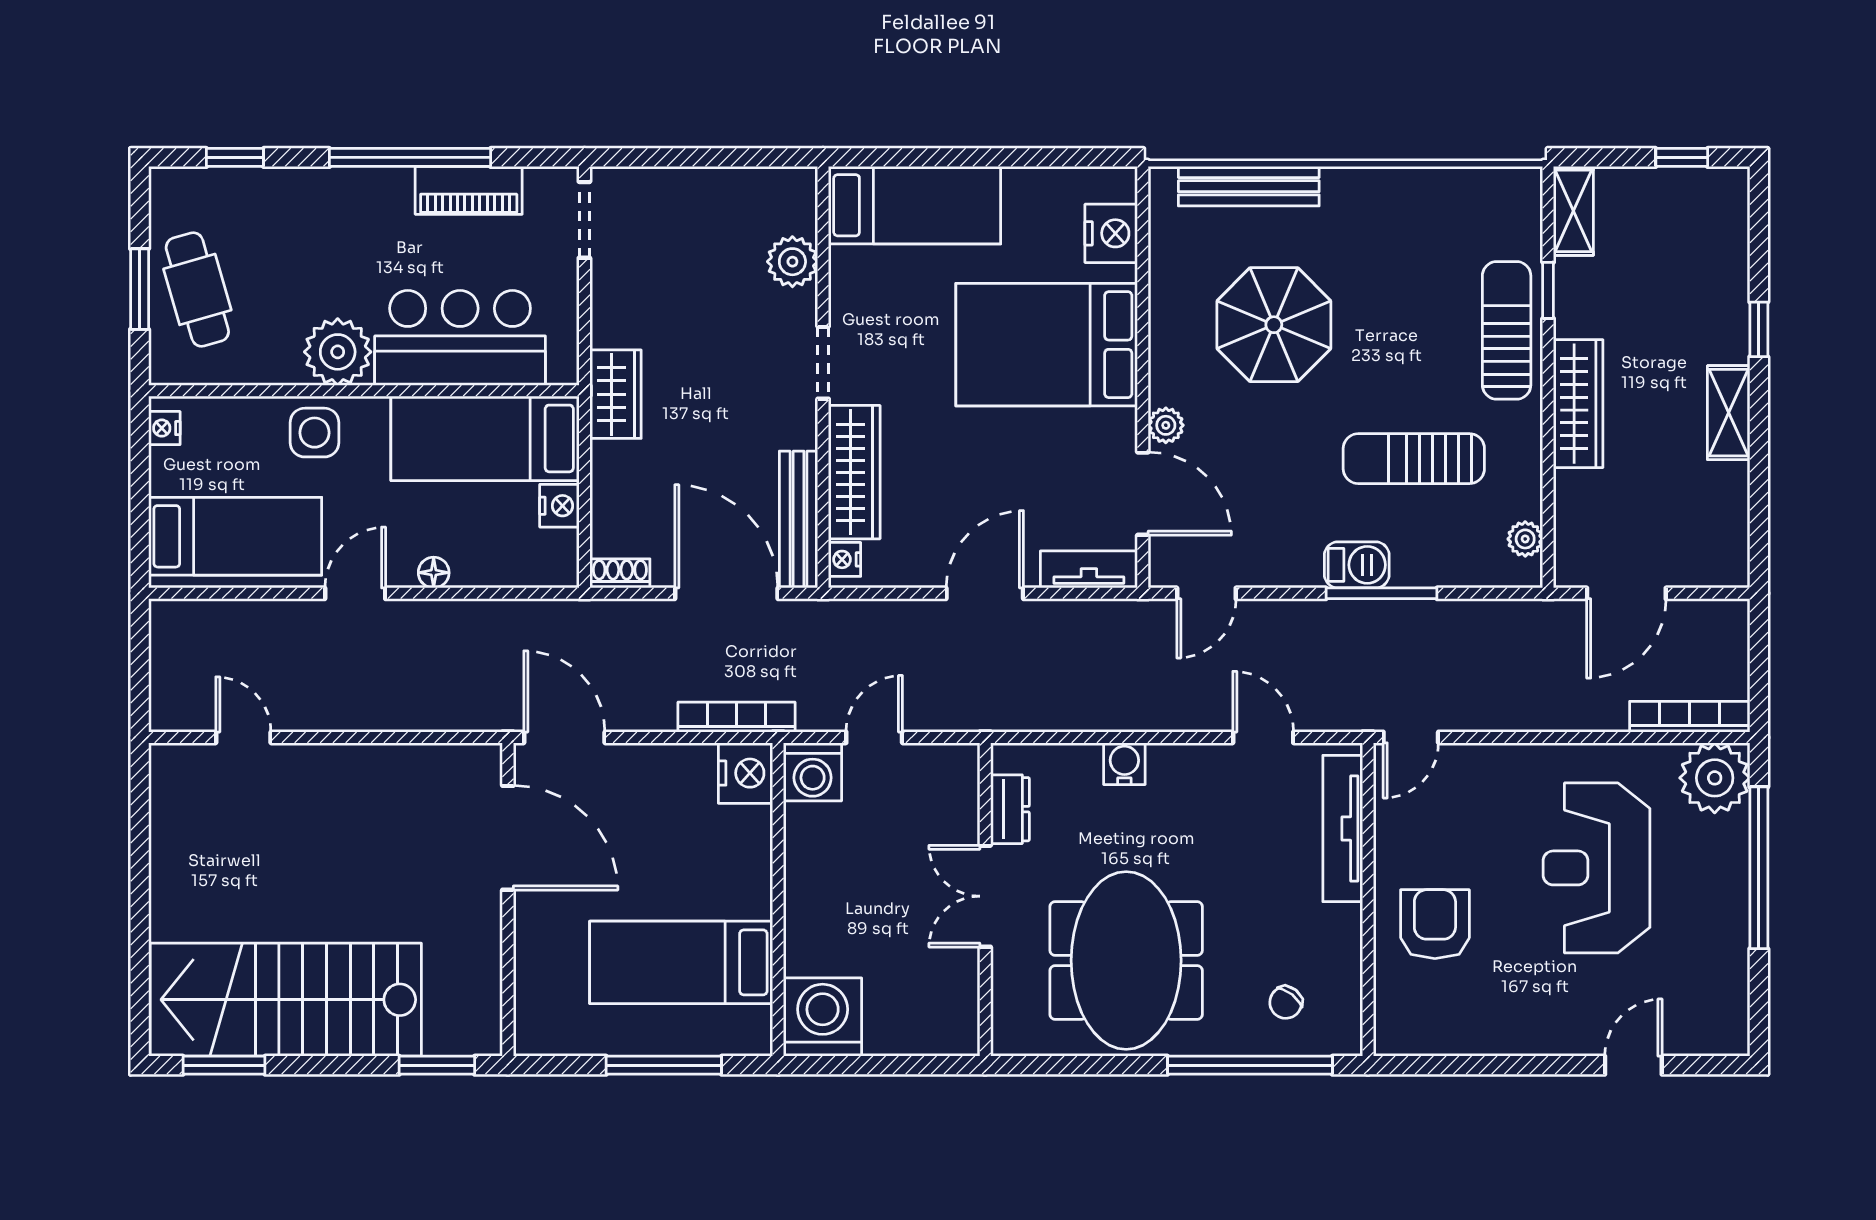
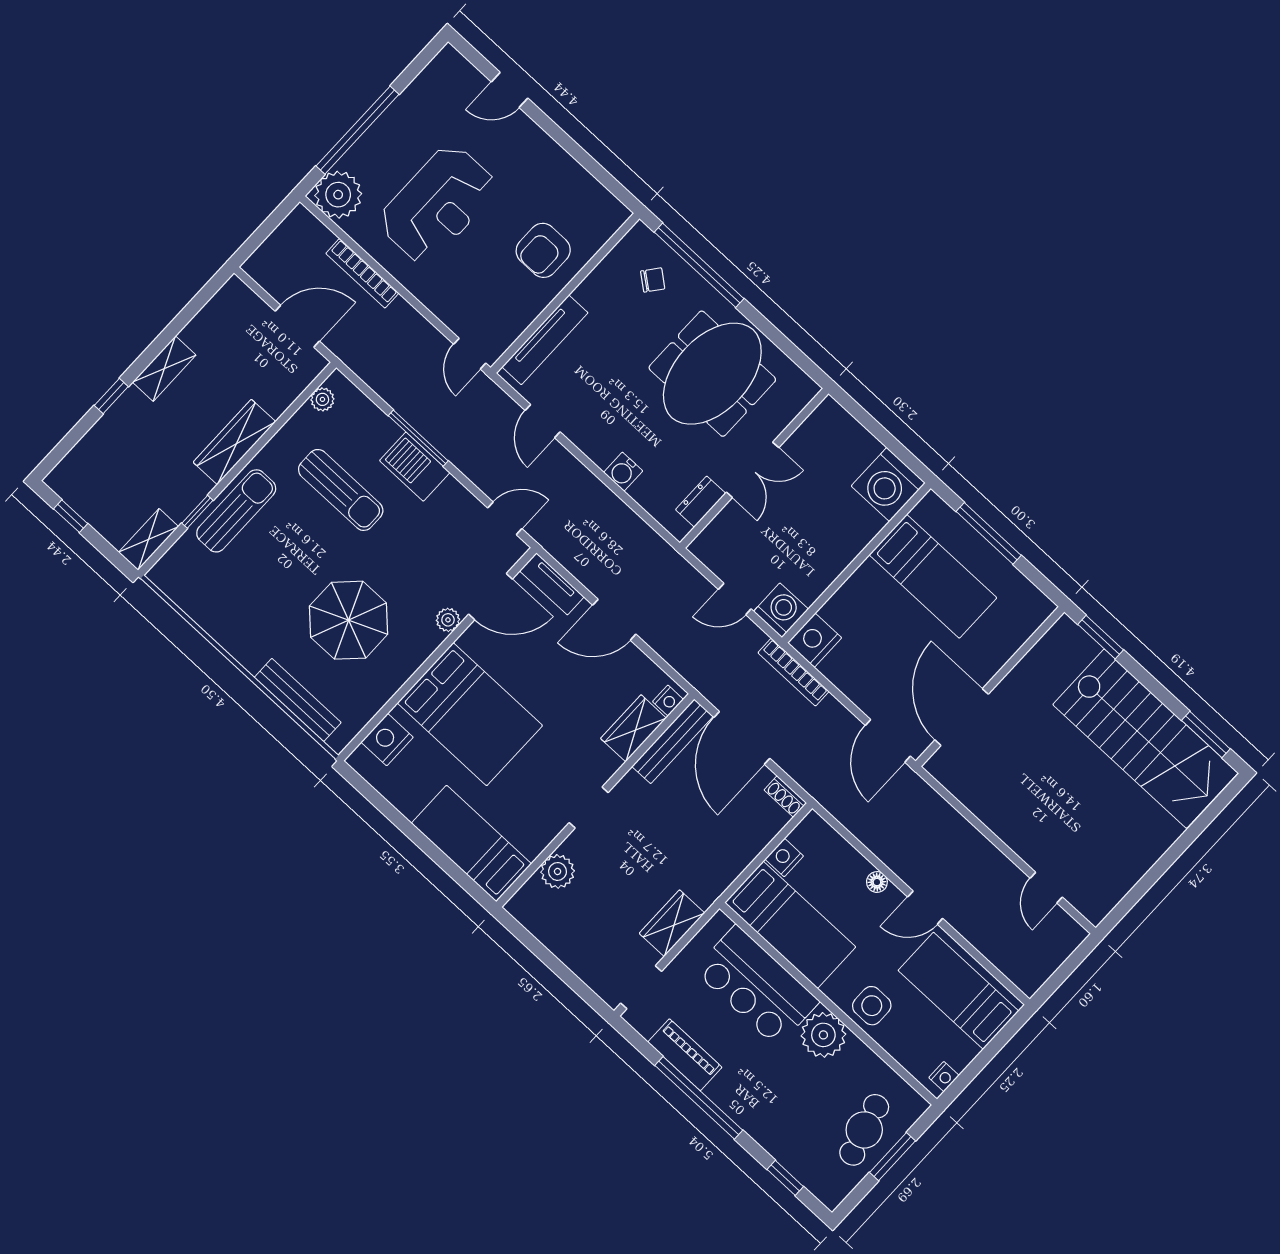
sun lounger: (1507, 330) -> (236, 511), turned 180
wardrobe: (616, 394) -> (672, 923), moved
wardrobe: (854, 472) -> (633, 728), width x0.67
door: (1143, 494) -> (491, 597), swing flipped
barbecue: (1357, 565) -> (415, 467), width x1.38, depth x1.27
bookcase: (1690, 717) -> (362, 273), moved
door: (1411, 737) -> (470, 354), swing flipped

